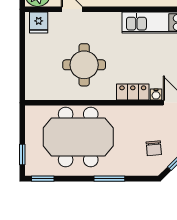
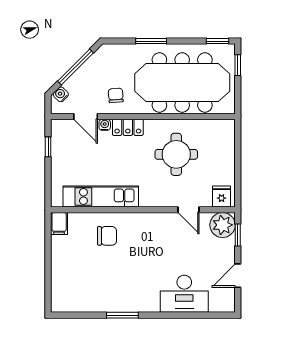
meeting table: (78, 137) -> (182, 83), width x1.36
chair: (154, 148) -> (116, 95), moved

